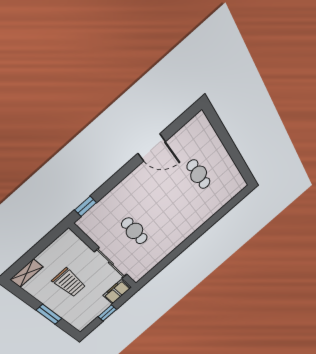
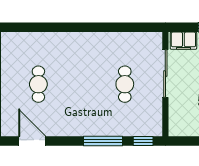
door: (152, 147) -> (32, 141), moved
window: (118, 178) -> (103, 141), added

